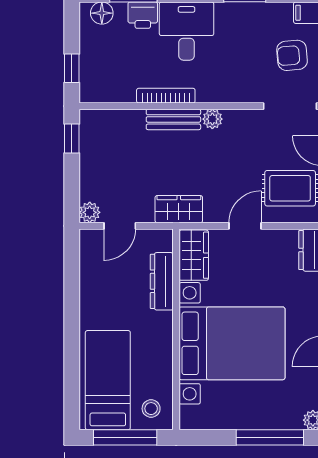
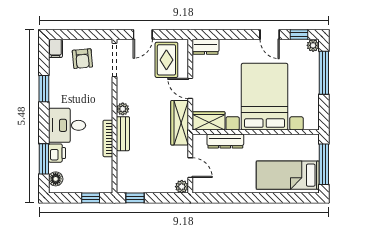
wardrobe: (179, 209) -> (180, 123), width x1.50
stool: (151, 409) -> (306, 148), removed

